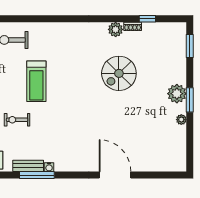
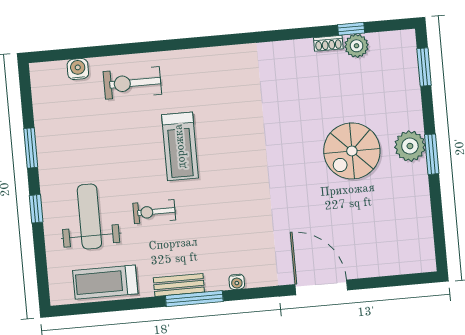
plant: (116, 29) -> (357, 46), moved
spiral stairs: (119, 73) -> (352, 151), moved
plant: (181, 120) -> (421, 188), removed
water cooler: (49, 167) -> (237, 282), moved

